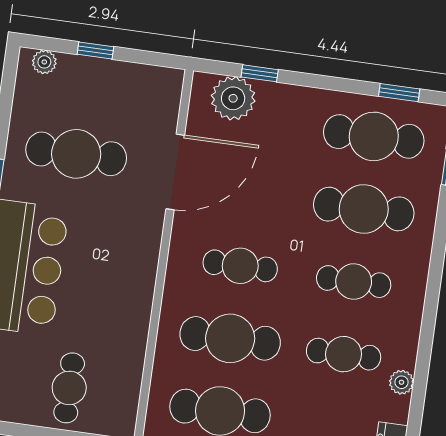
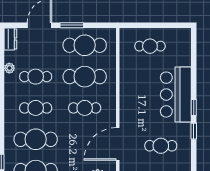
cafe table: (76, 154) -> (161, 146), width x0.73, depth x0.74
cafe table: (69, 388) -> (150, 46), turned 90

